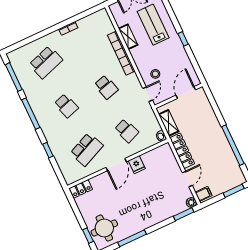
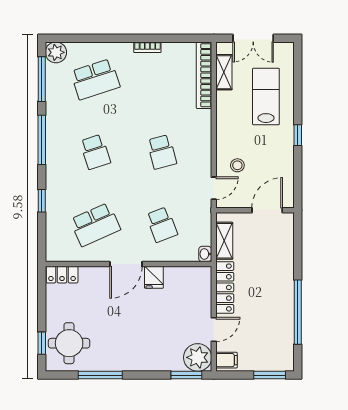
shelving: (128, 37) -> (224, 72), moved
bookcase: (121, 53) -> (204, 75), moved
plant: (15, 57) -> (56, 52), added
plant: (191, 202) -> (198, 357), width x1.88, depth x1.88

